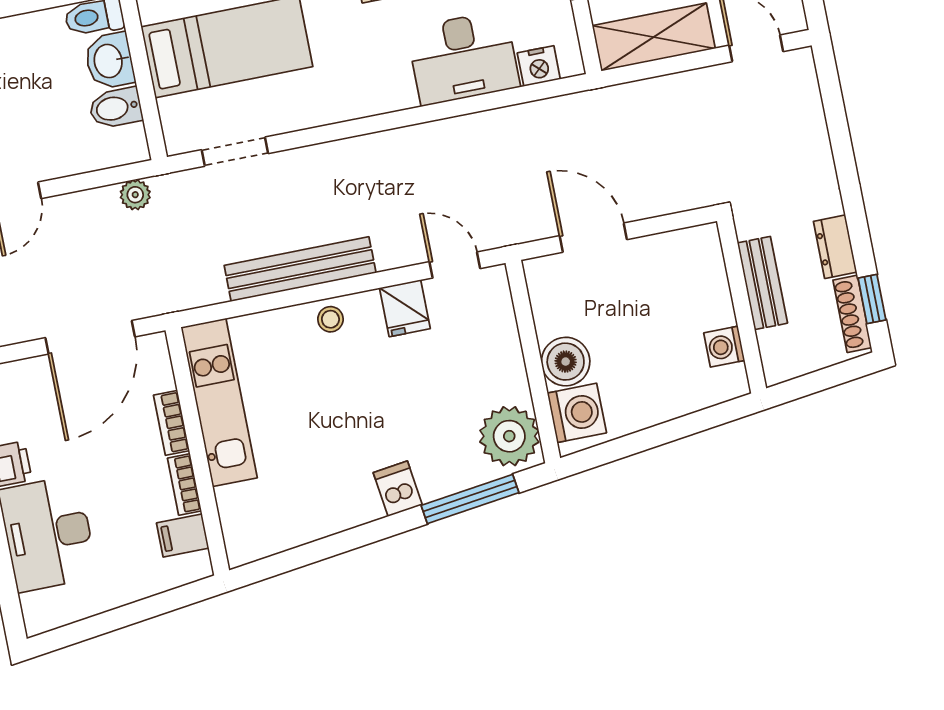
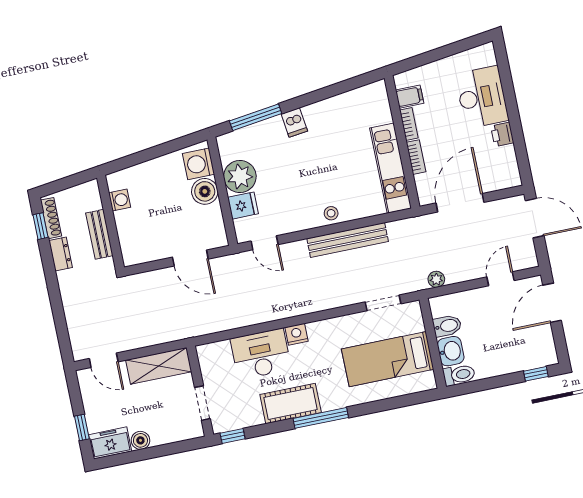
nightstand: (539, 66) -> (296, 334), moved
fridge: (405, 308) -> (243, 206), moved, turned 90
plant: (509, 436) -> (240, 177), moved

